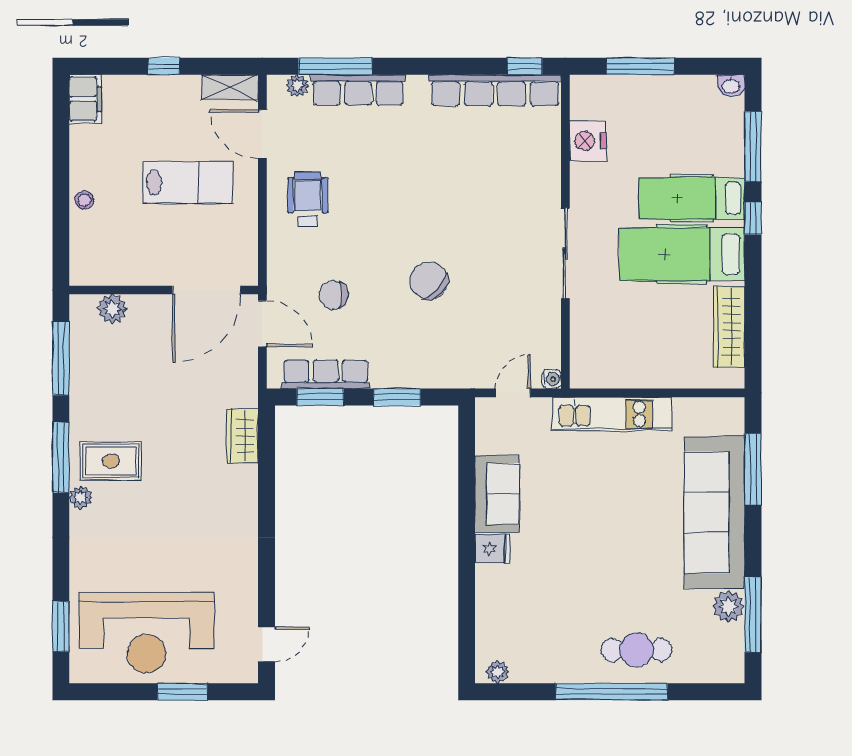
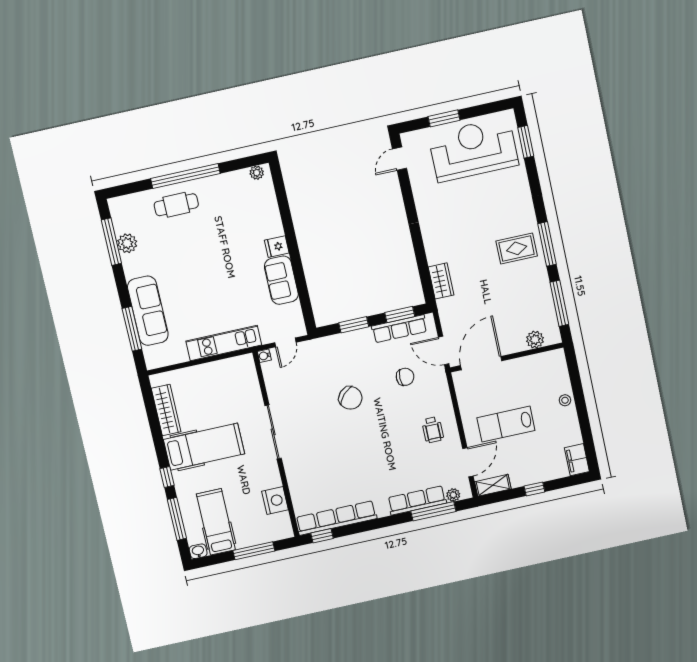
door: (262, 134) -> (468, 462), hinge flipped
hospital bed: (692, 198) -> (216, 522), moved, turned -90
wheelchair: (308, 200) -> (433, 430), width x0.73, depth x0.73
plant: (81, 498) -> (530, 223), removed
sofa: (715, 512) -> (148, 311), width x0.74, depth x0.79

